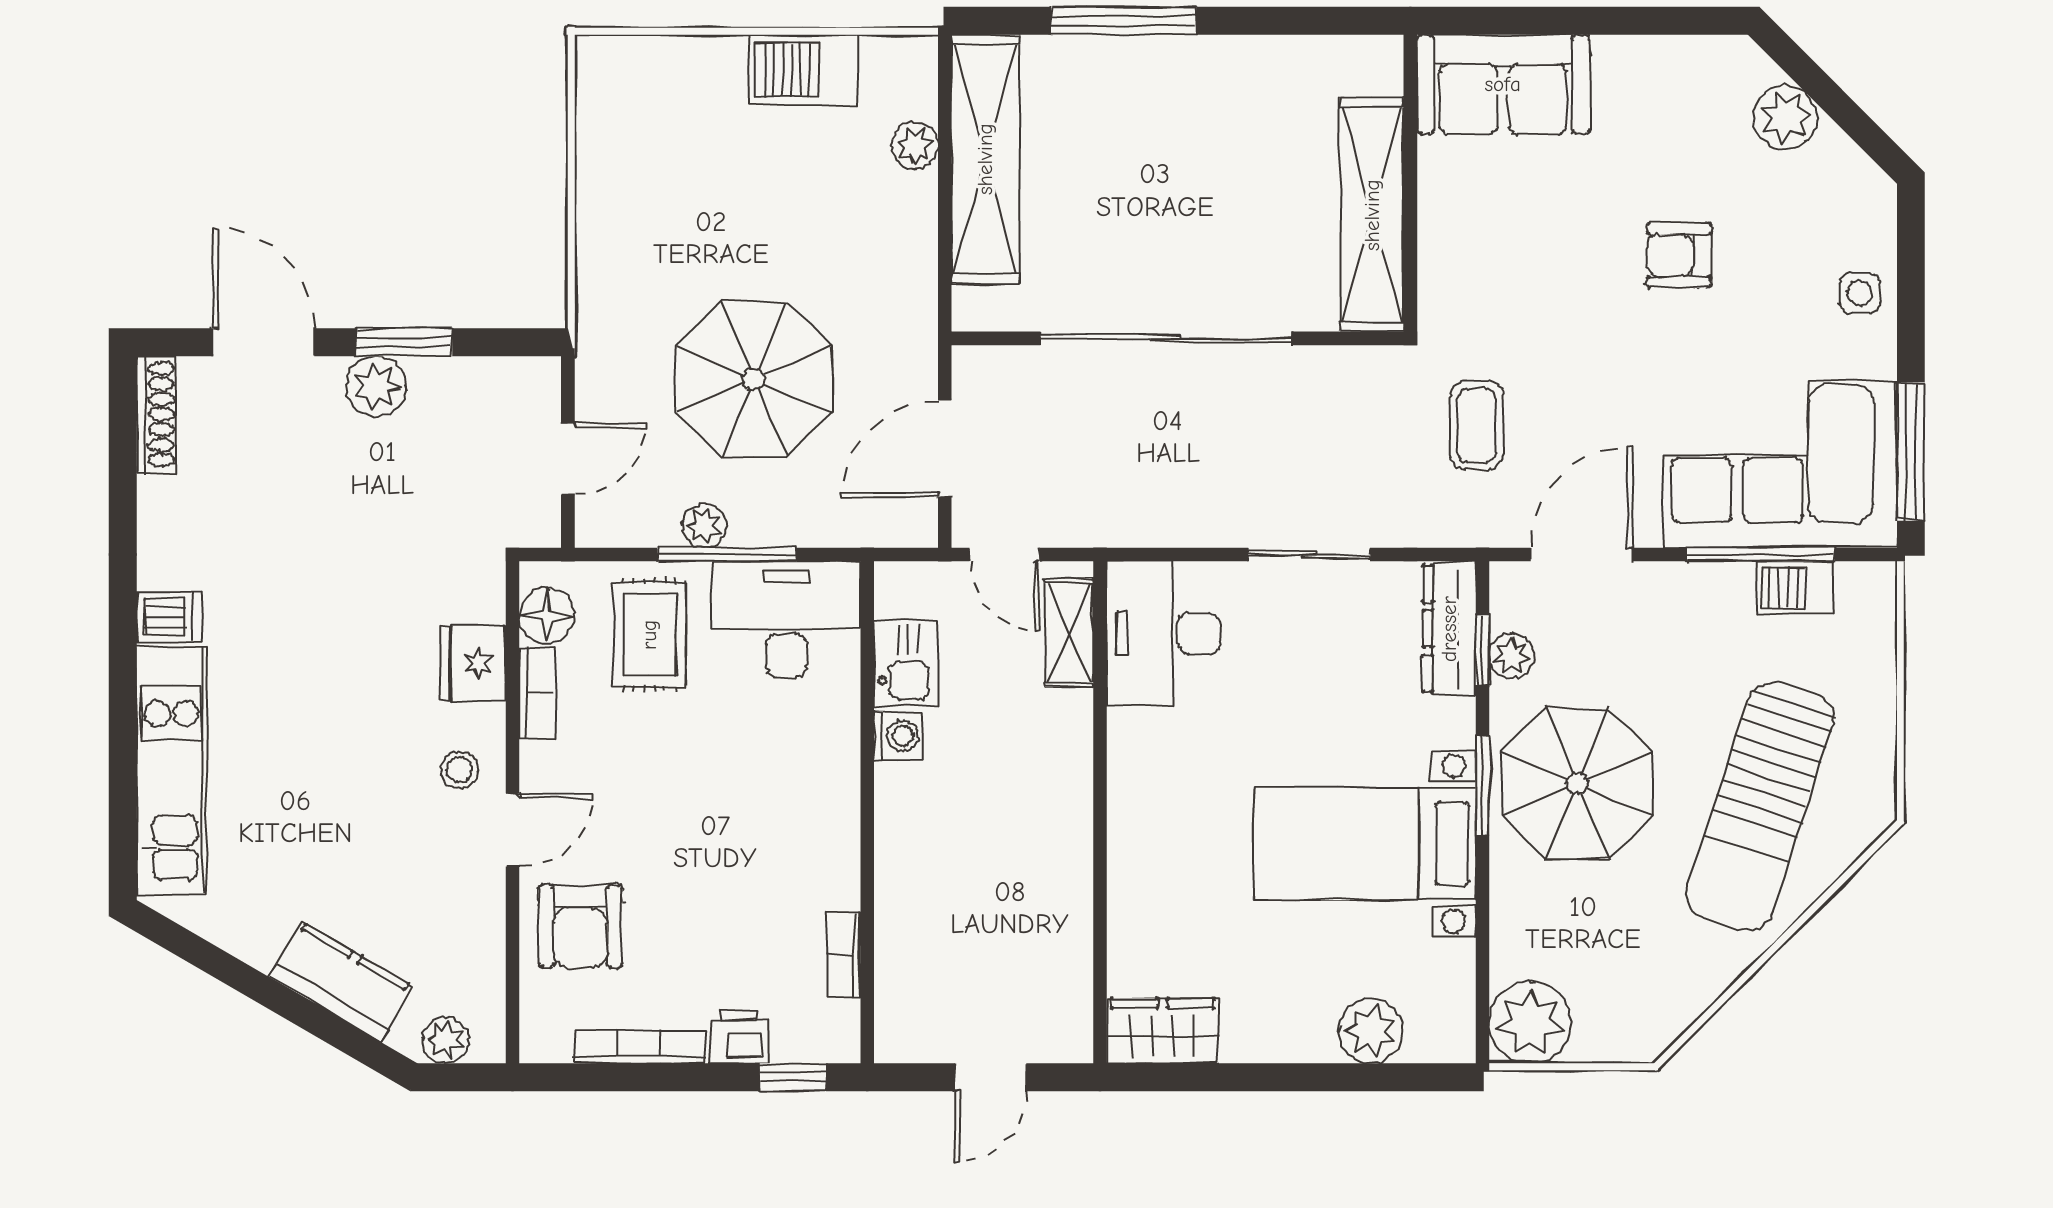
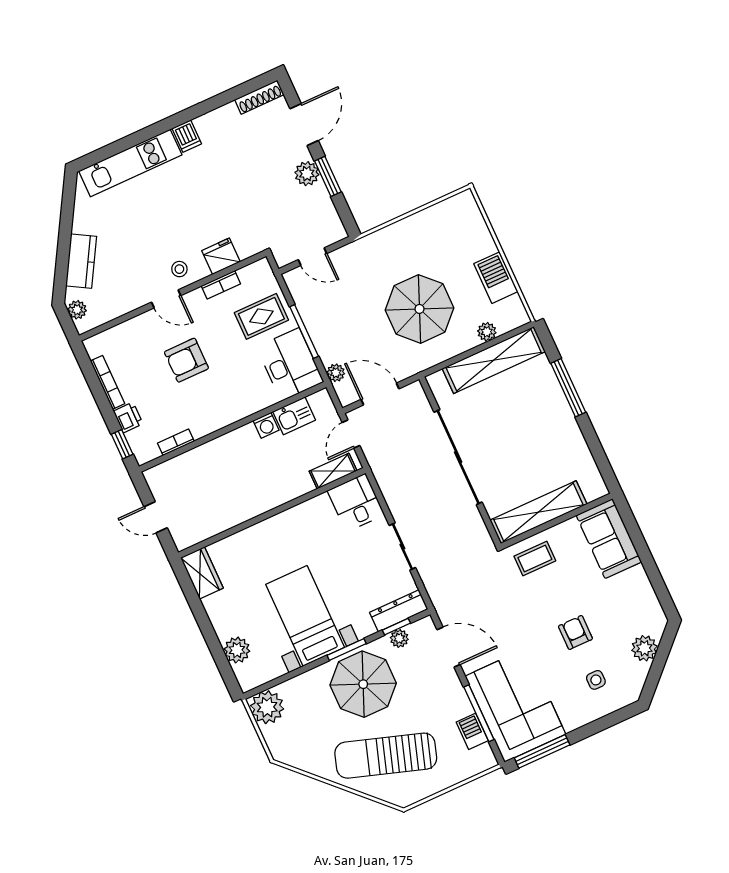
side table: (1860, 293) -> (596, 680), moved
parasol: (754, 379) -> (419, 309), moved
coffee table: (1477, 425) -> (535, 558), moved
plant: (704, 526) -> (336, 373), moved
floor lamp: (547, 615) -> (251, 275), removed
desk: (1163, 633) -> (356, 503), width x0.73
armchair: (580, 926) -> (186, 360), moved

